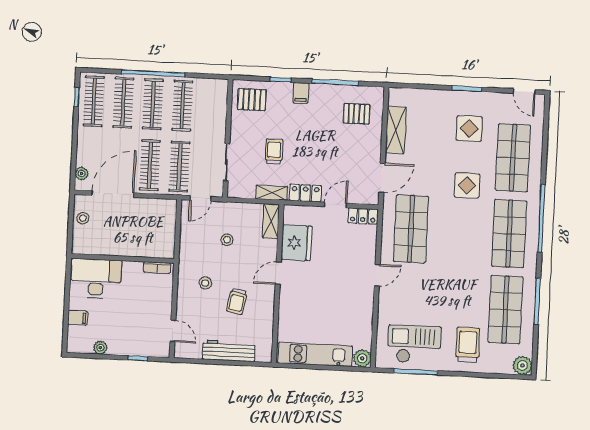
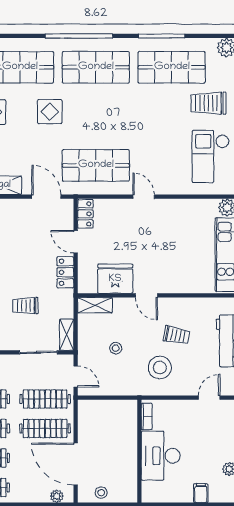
shelving: (272, 193) -> (67, 335), moved
desk: (96, 279) -> (161, 456), moved
stool: (205, 283) -> (160, 368), width x1.89, depth x1.89

